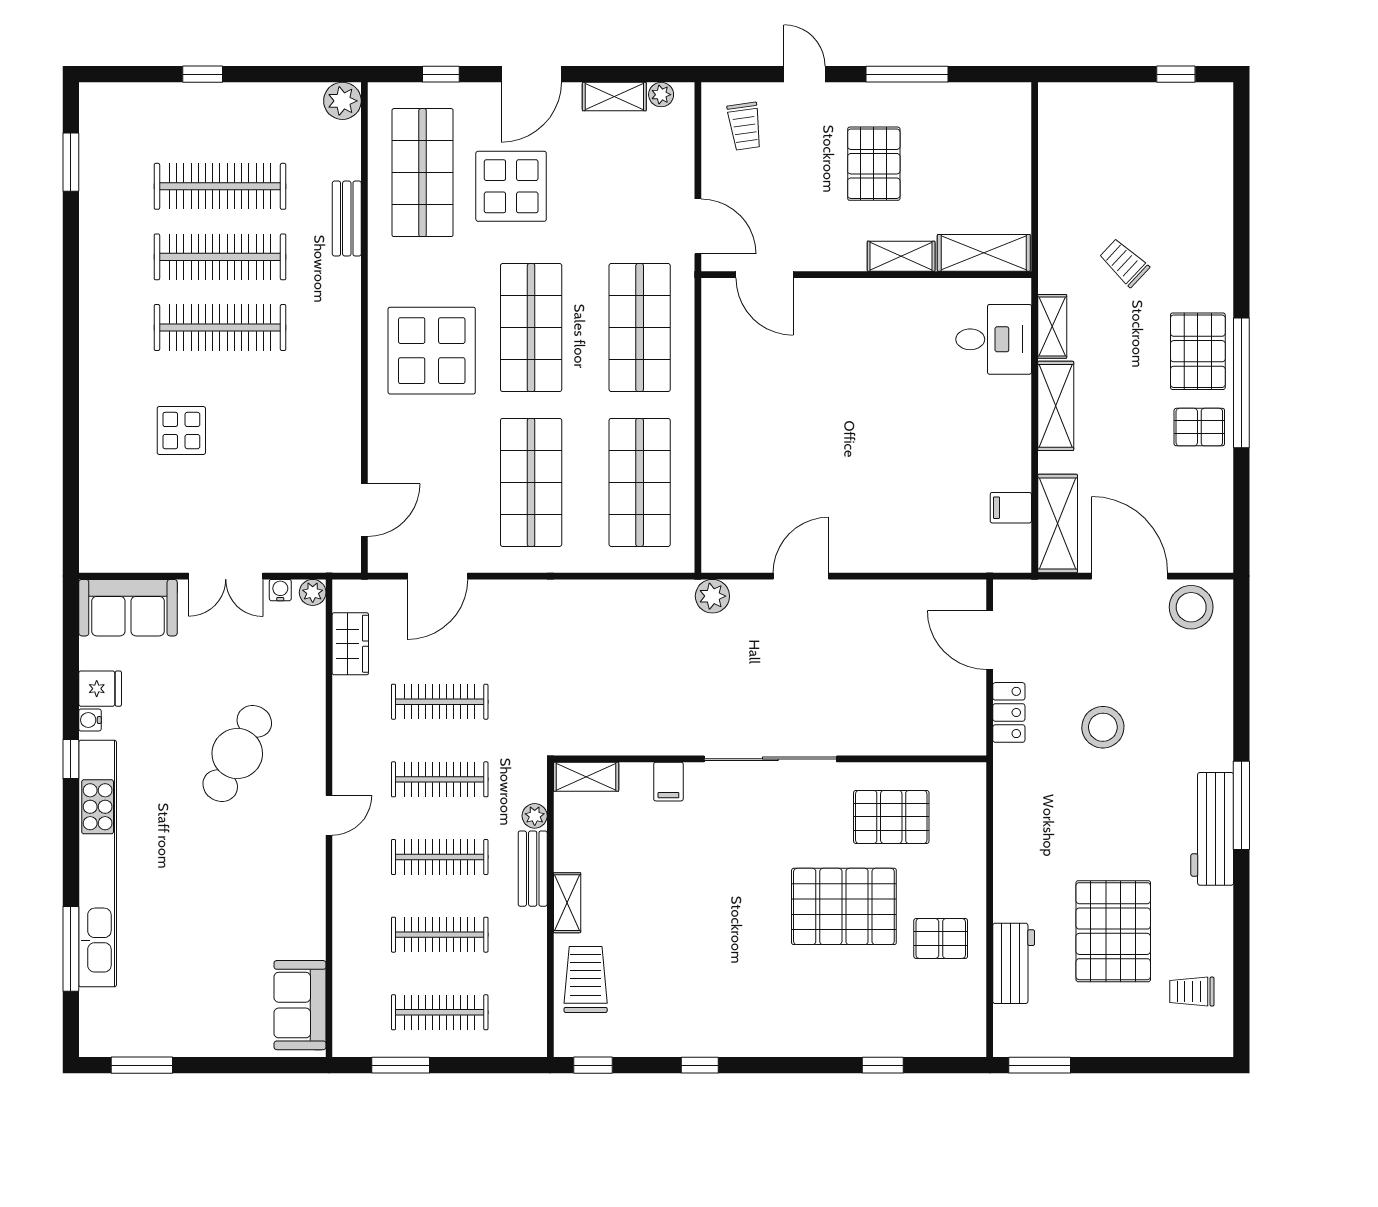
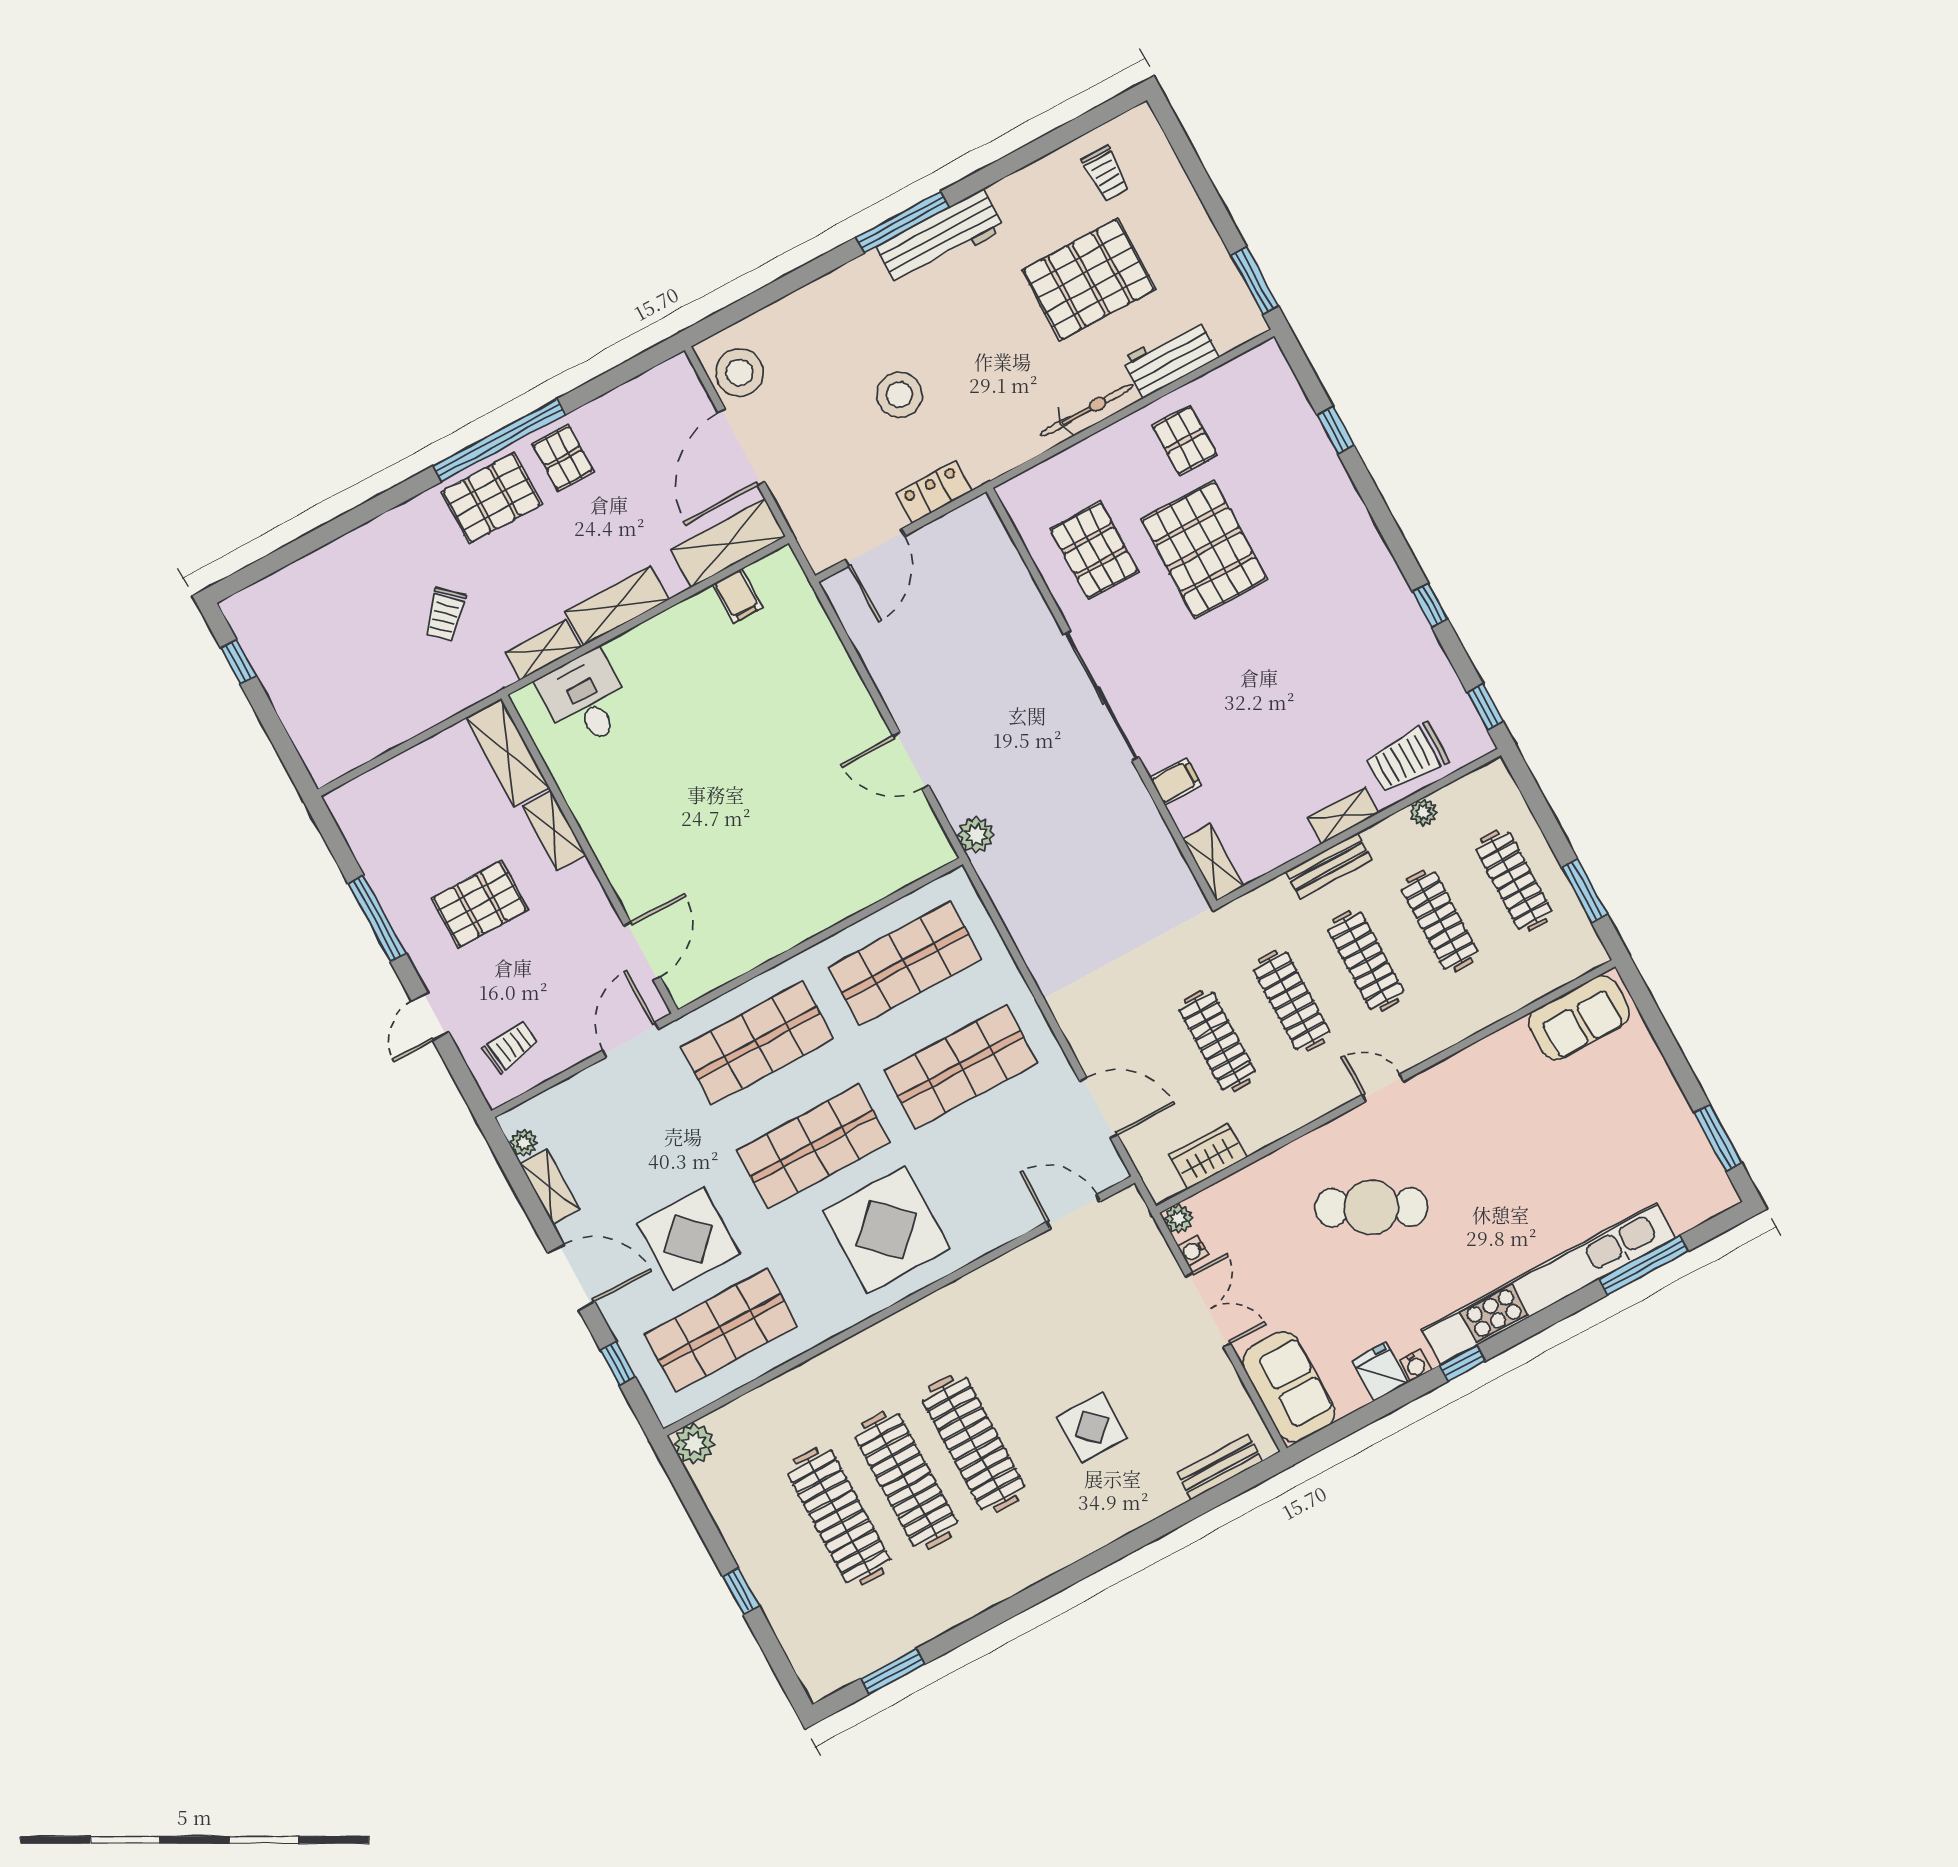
bench: (347, 218) -> (1220, 1467), moved
plant: (535, 816) -> (1423, 812), moved
bicycle: (1008, 872) -> (1087, 410), added

